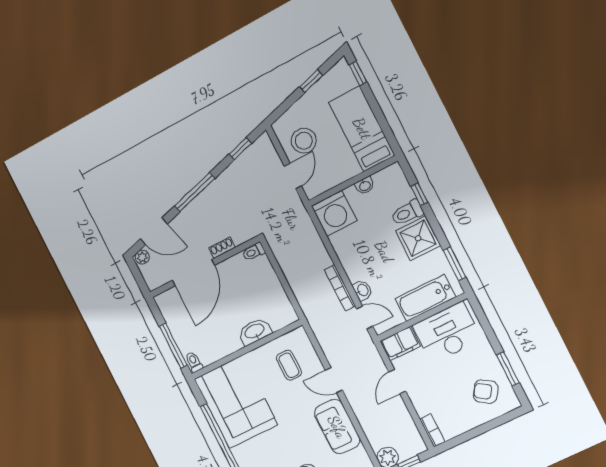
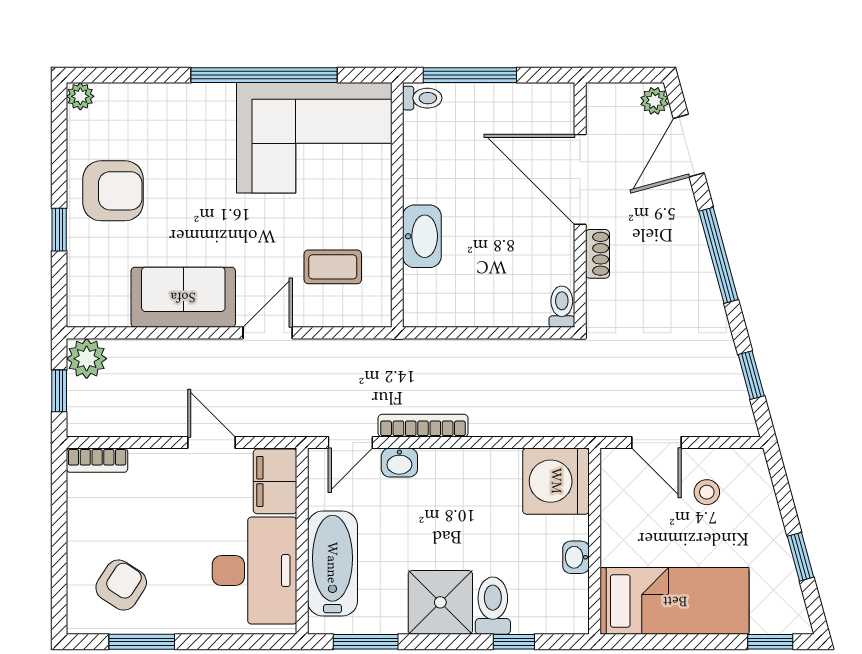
stool: (304, 141) -> (707, 492), width x0.53, depth x0.53

